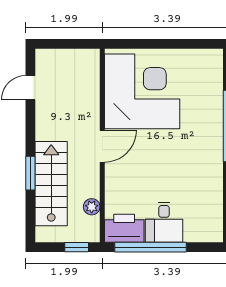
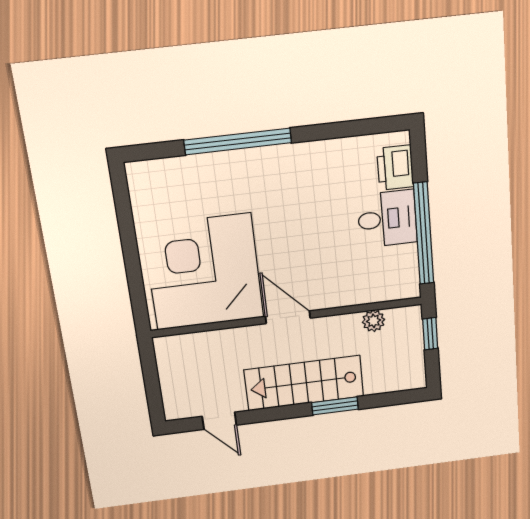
stairs: (51, 184) -> (304, 383), moved
printer: (124, 228) -> (395, 168), moved, width x0.73, depth x0.84

